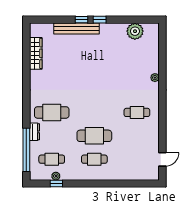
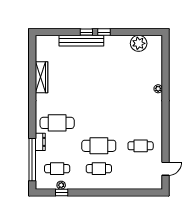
wardrobe: (36, 53) -> (41, 77), moved
cafe table: (137, 112) -> (141, 146), moved

